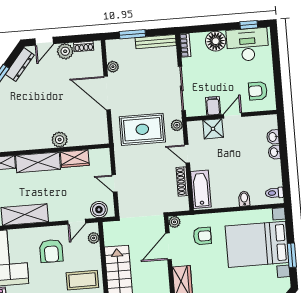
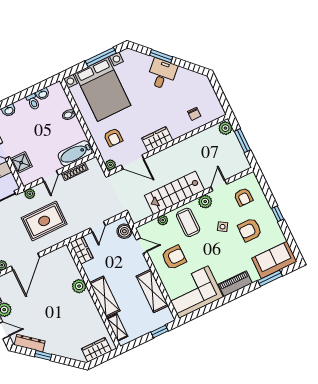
rug: (142, 129) -> (44, 221), turned 90
washbasin: (274, 152) -> (43, 94), moved
wardrobe: (75, 159) -> (82, 250), moved
toilet: (274, 193) -> (33, 102), moved
armchair: (202, 236) -> (113, 137), turned 180
plant: (94, 238) -> (163, 220), moved
window: (292, 255) -> (101, 57), width x1.44

